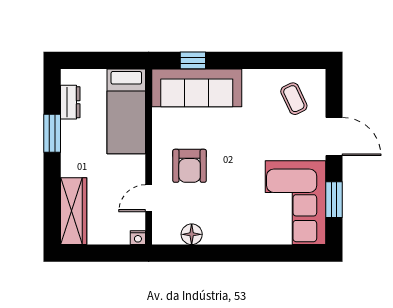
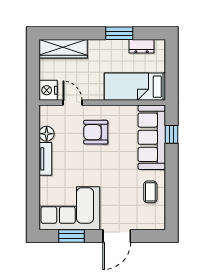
coffee table: (294, 99) -> (150, 192), moved, turned -65
tv unit: (227, 236) -> (45, 159), added
nightstand: (138, 238) -> (48, 90), width x1.89, depth x1.79

